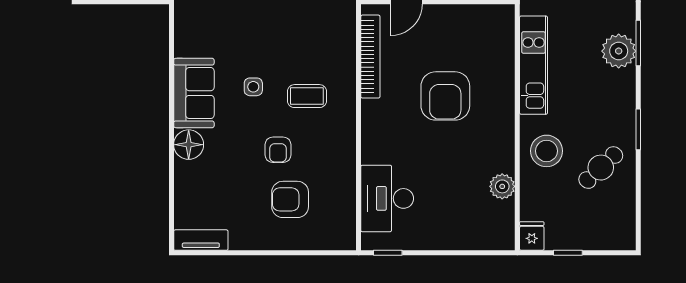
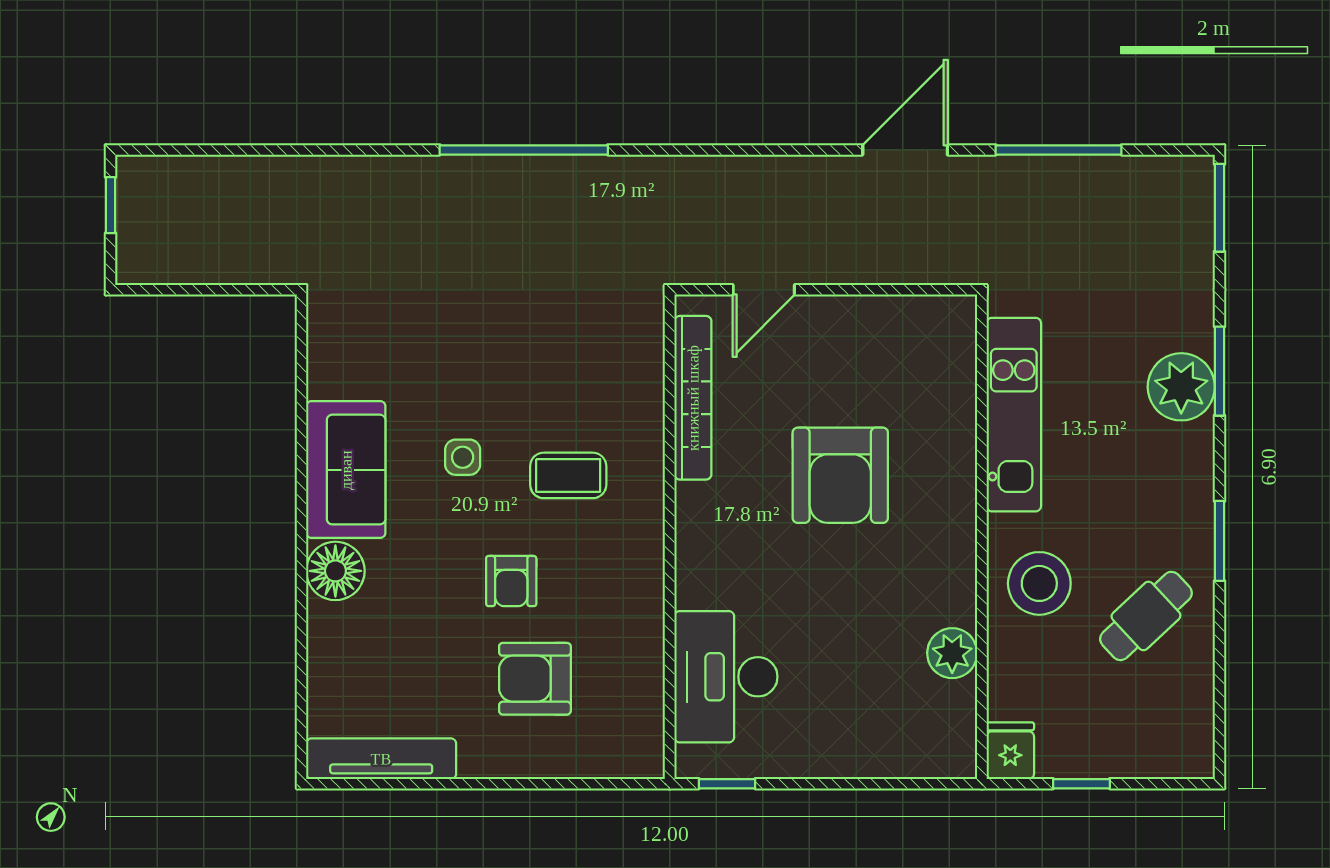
tv unit: (201, 240) -> (381, 759), width x1.41

